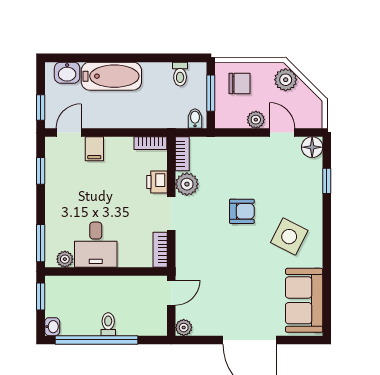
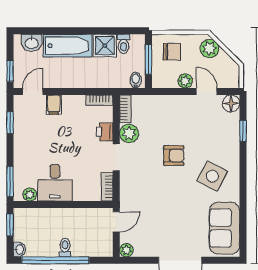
shower: (157, 76) -> (105, 46), added

